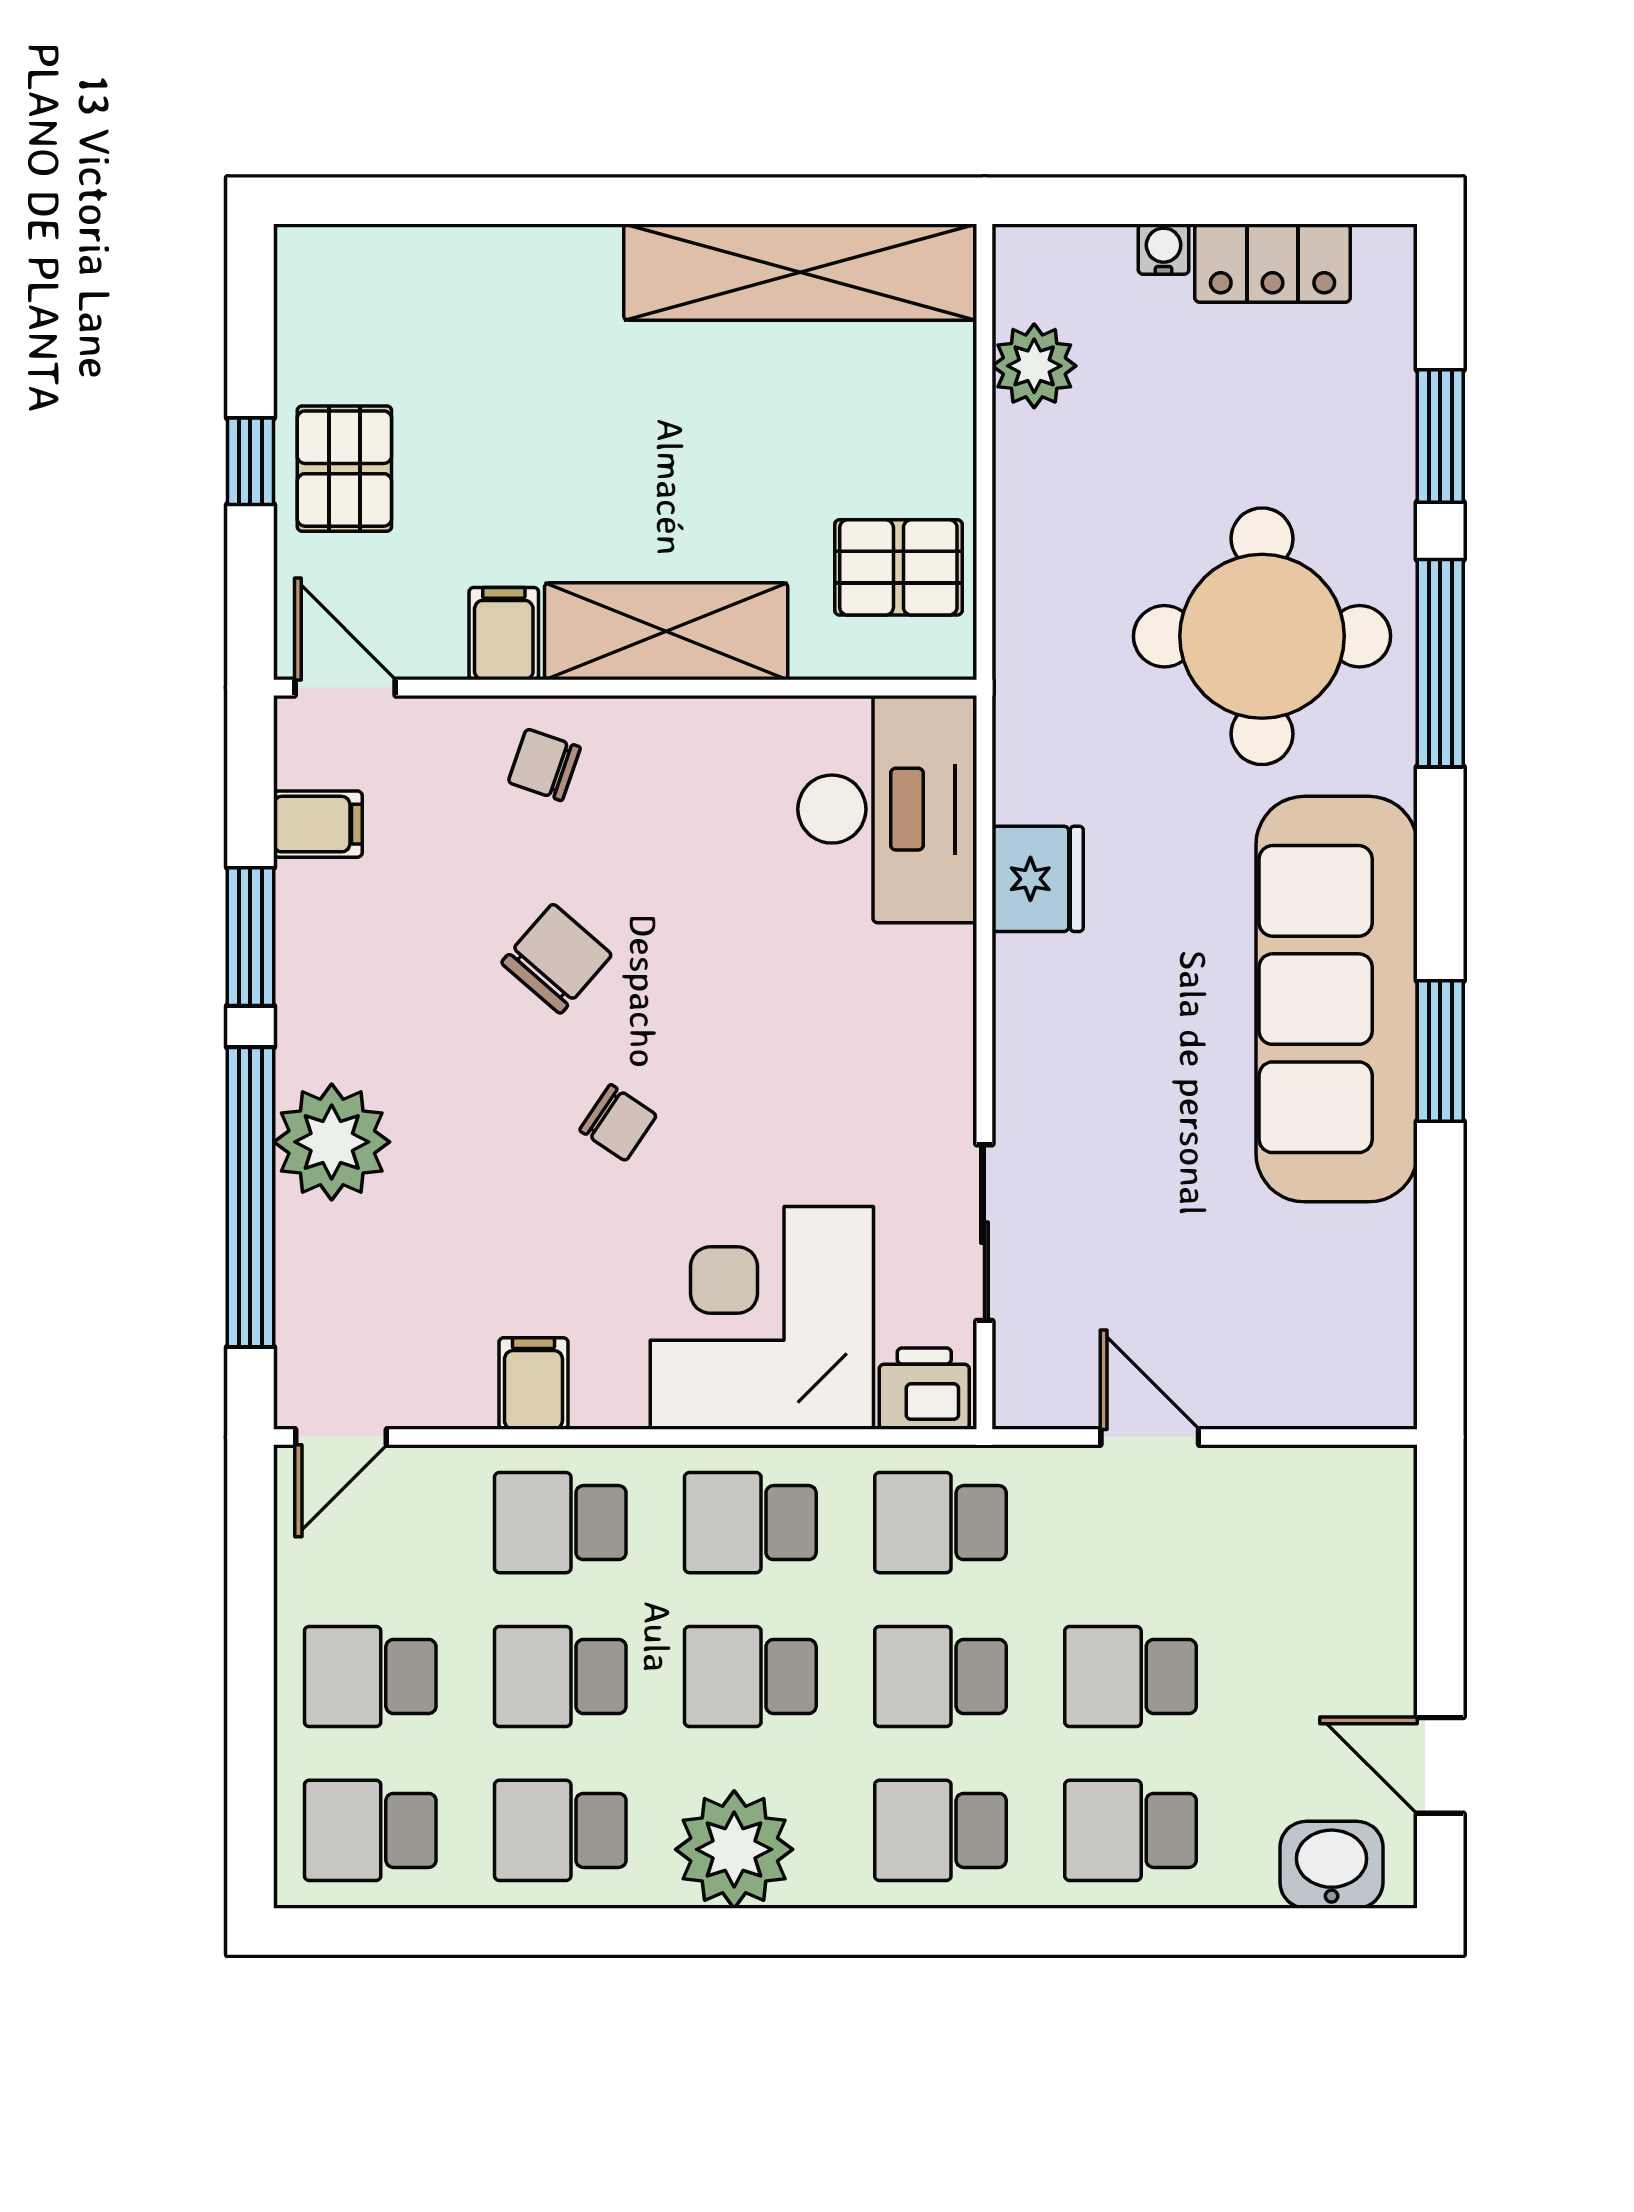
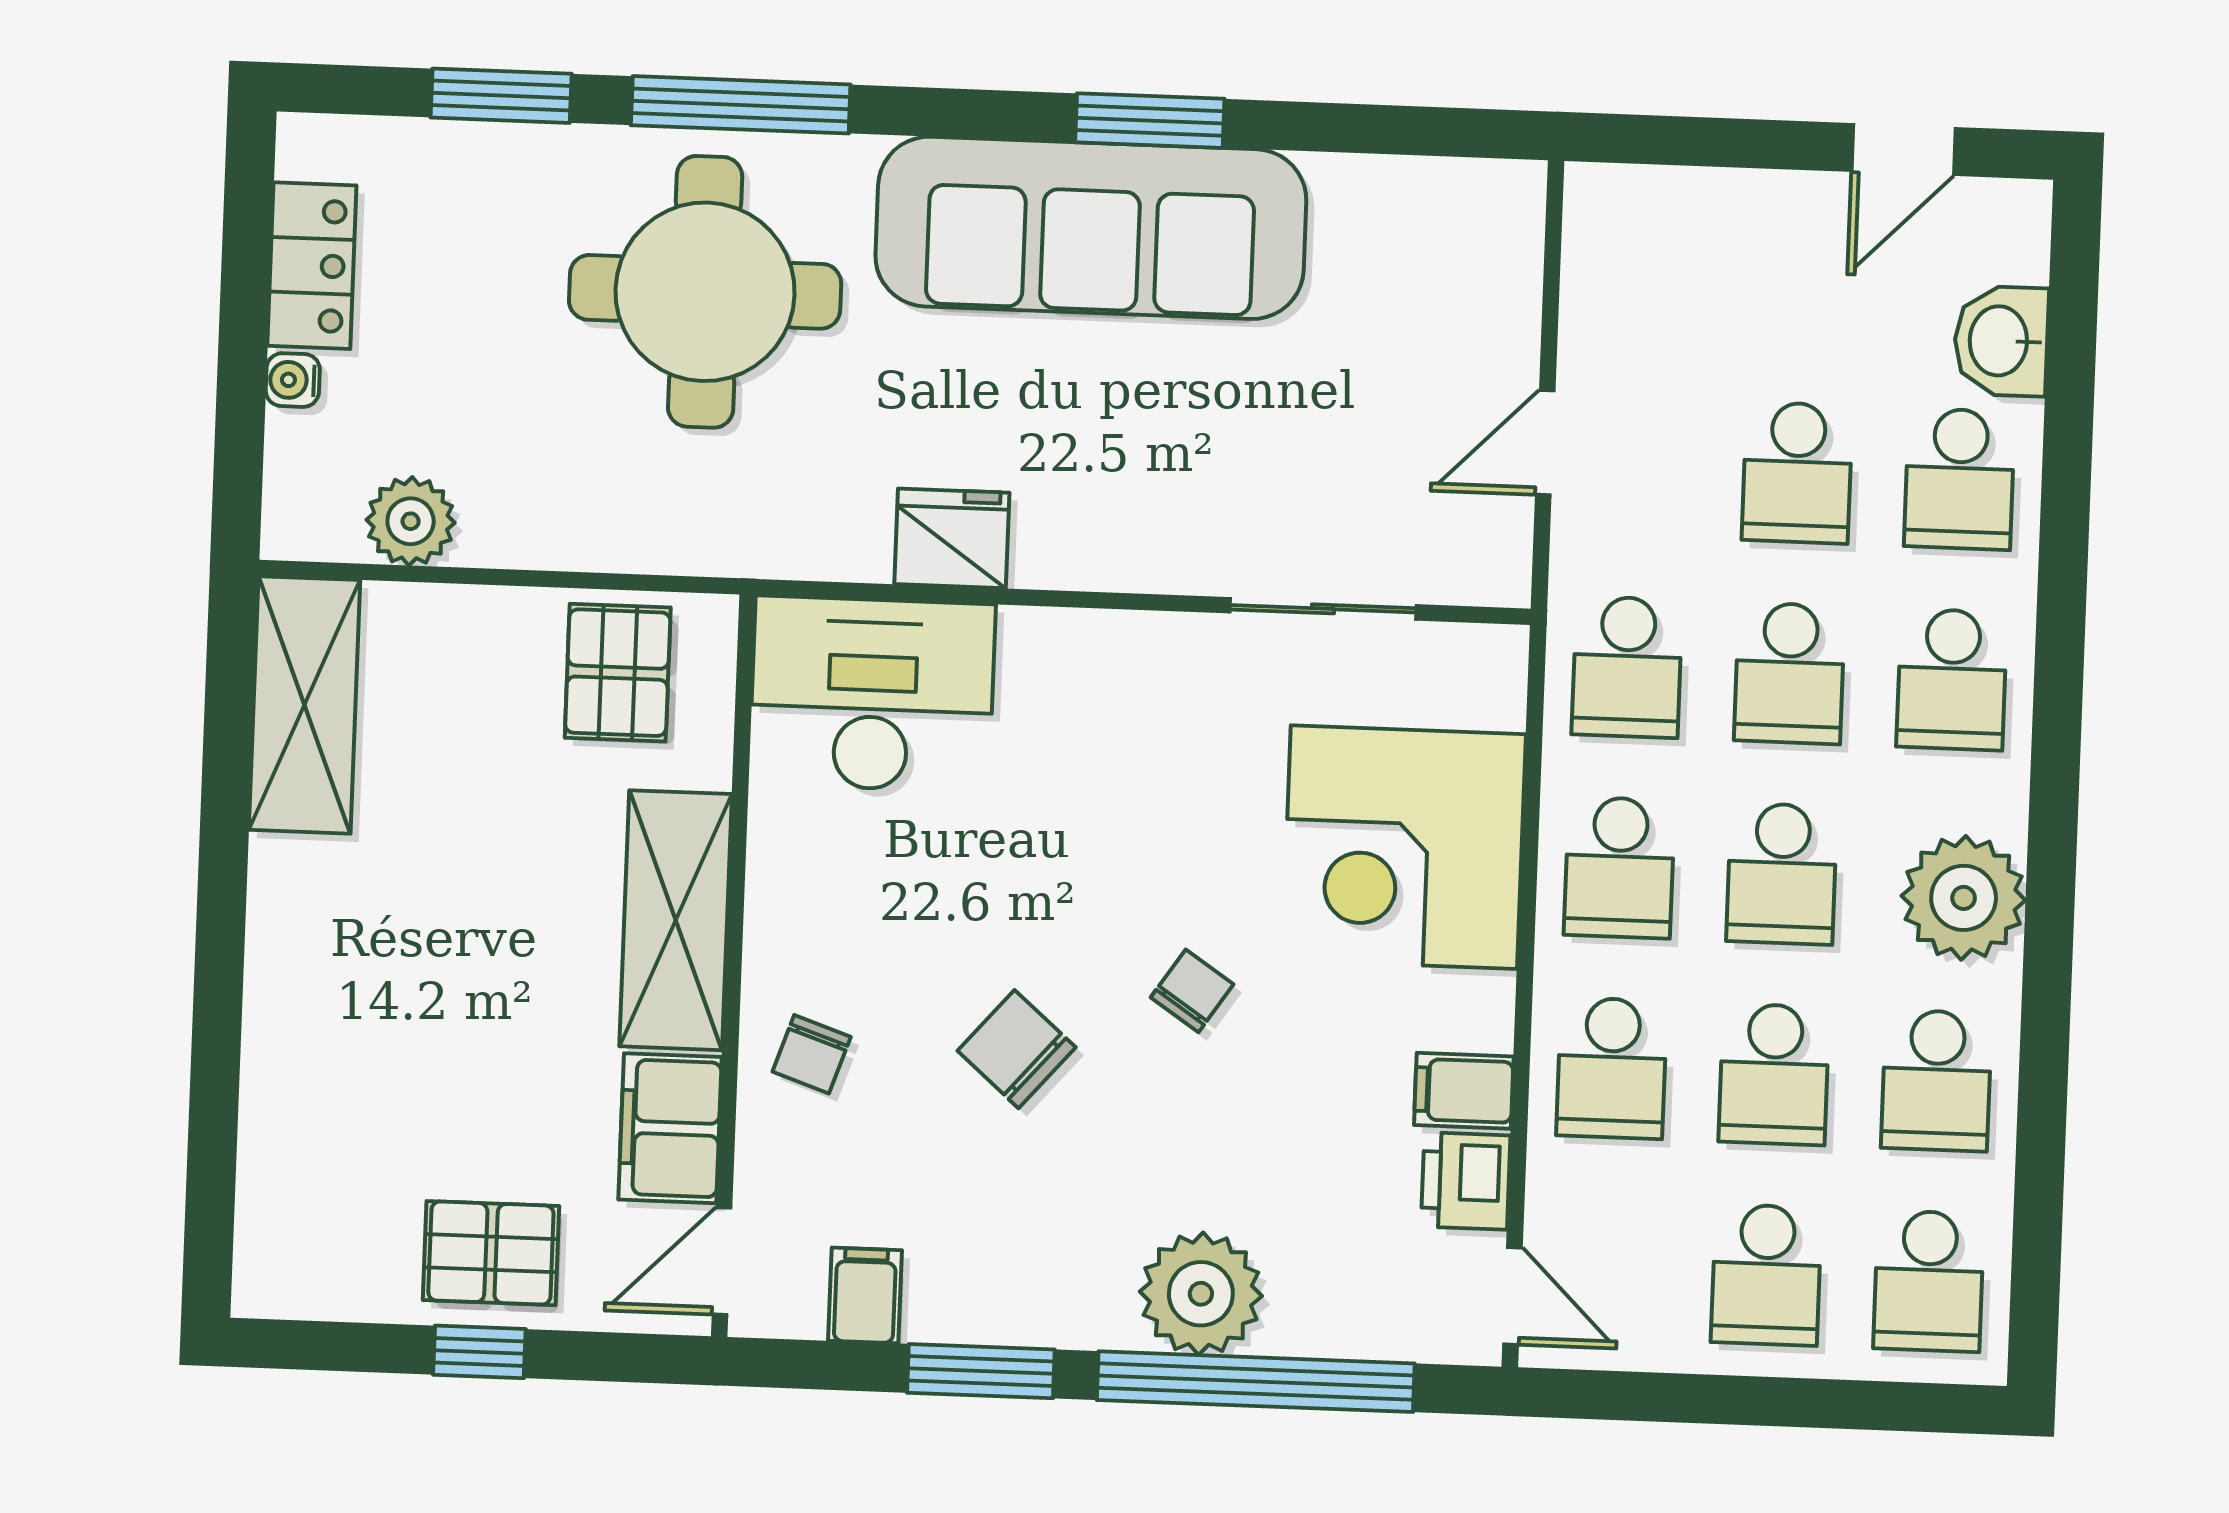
shelving: (800, 272) -> (304, 705), width x0.68
filing cabinet: (504, 634) -> (670, 1128), width x2.00
printer: (924, 1389) -> (1466, 1181), moved
washbasin: (1332, 1865) -> (2001, 341), moved

